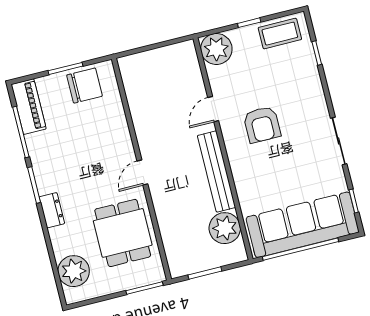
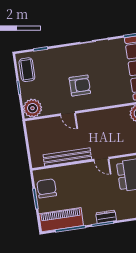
piano: (29, 107) -> (61, 220), width x1.37, depth x1.33
bench: (216, 172) -> (67, 157), moved
dresser: (52, 210) -> (106, 217), moved

